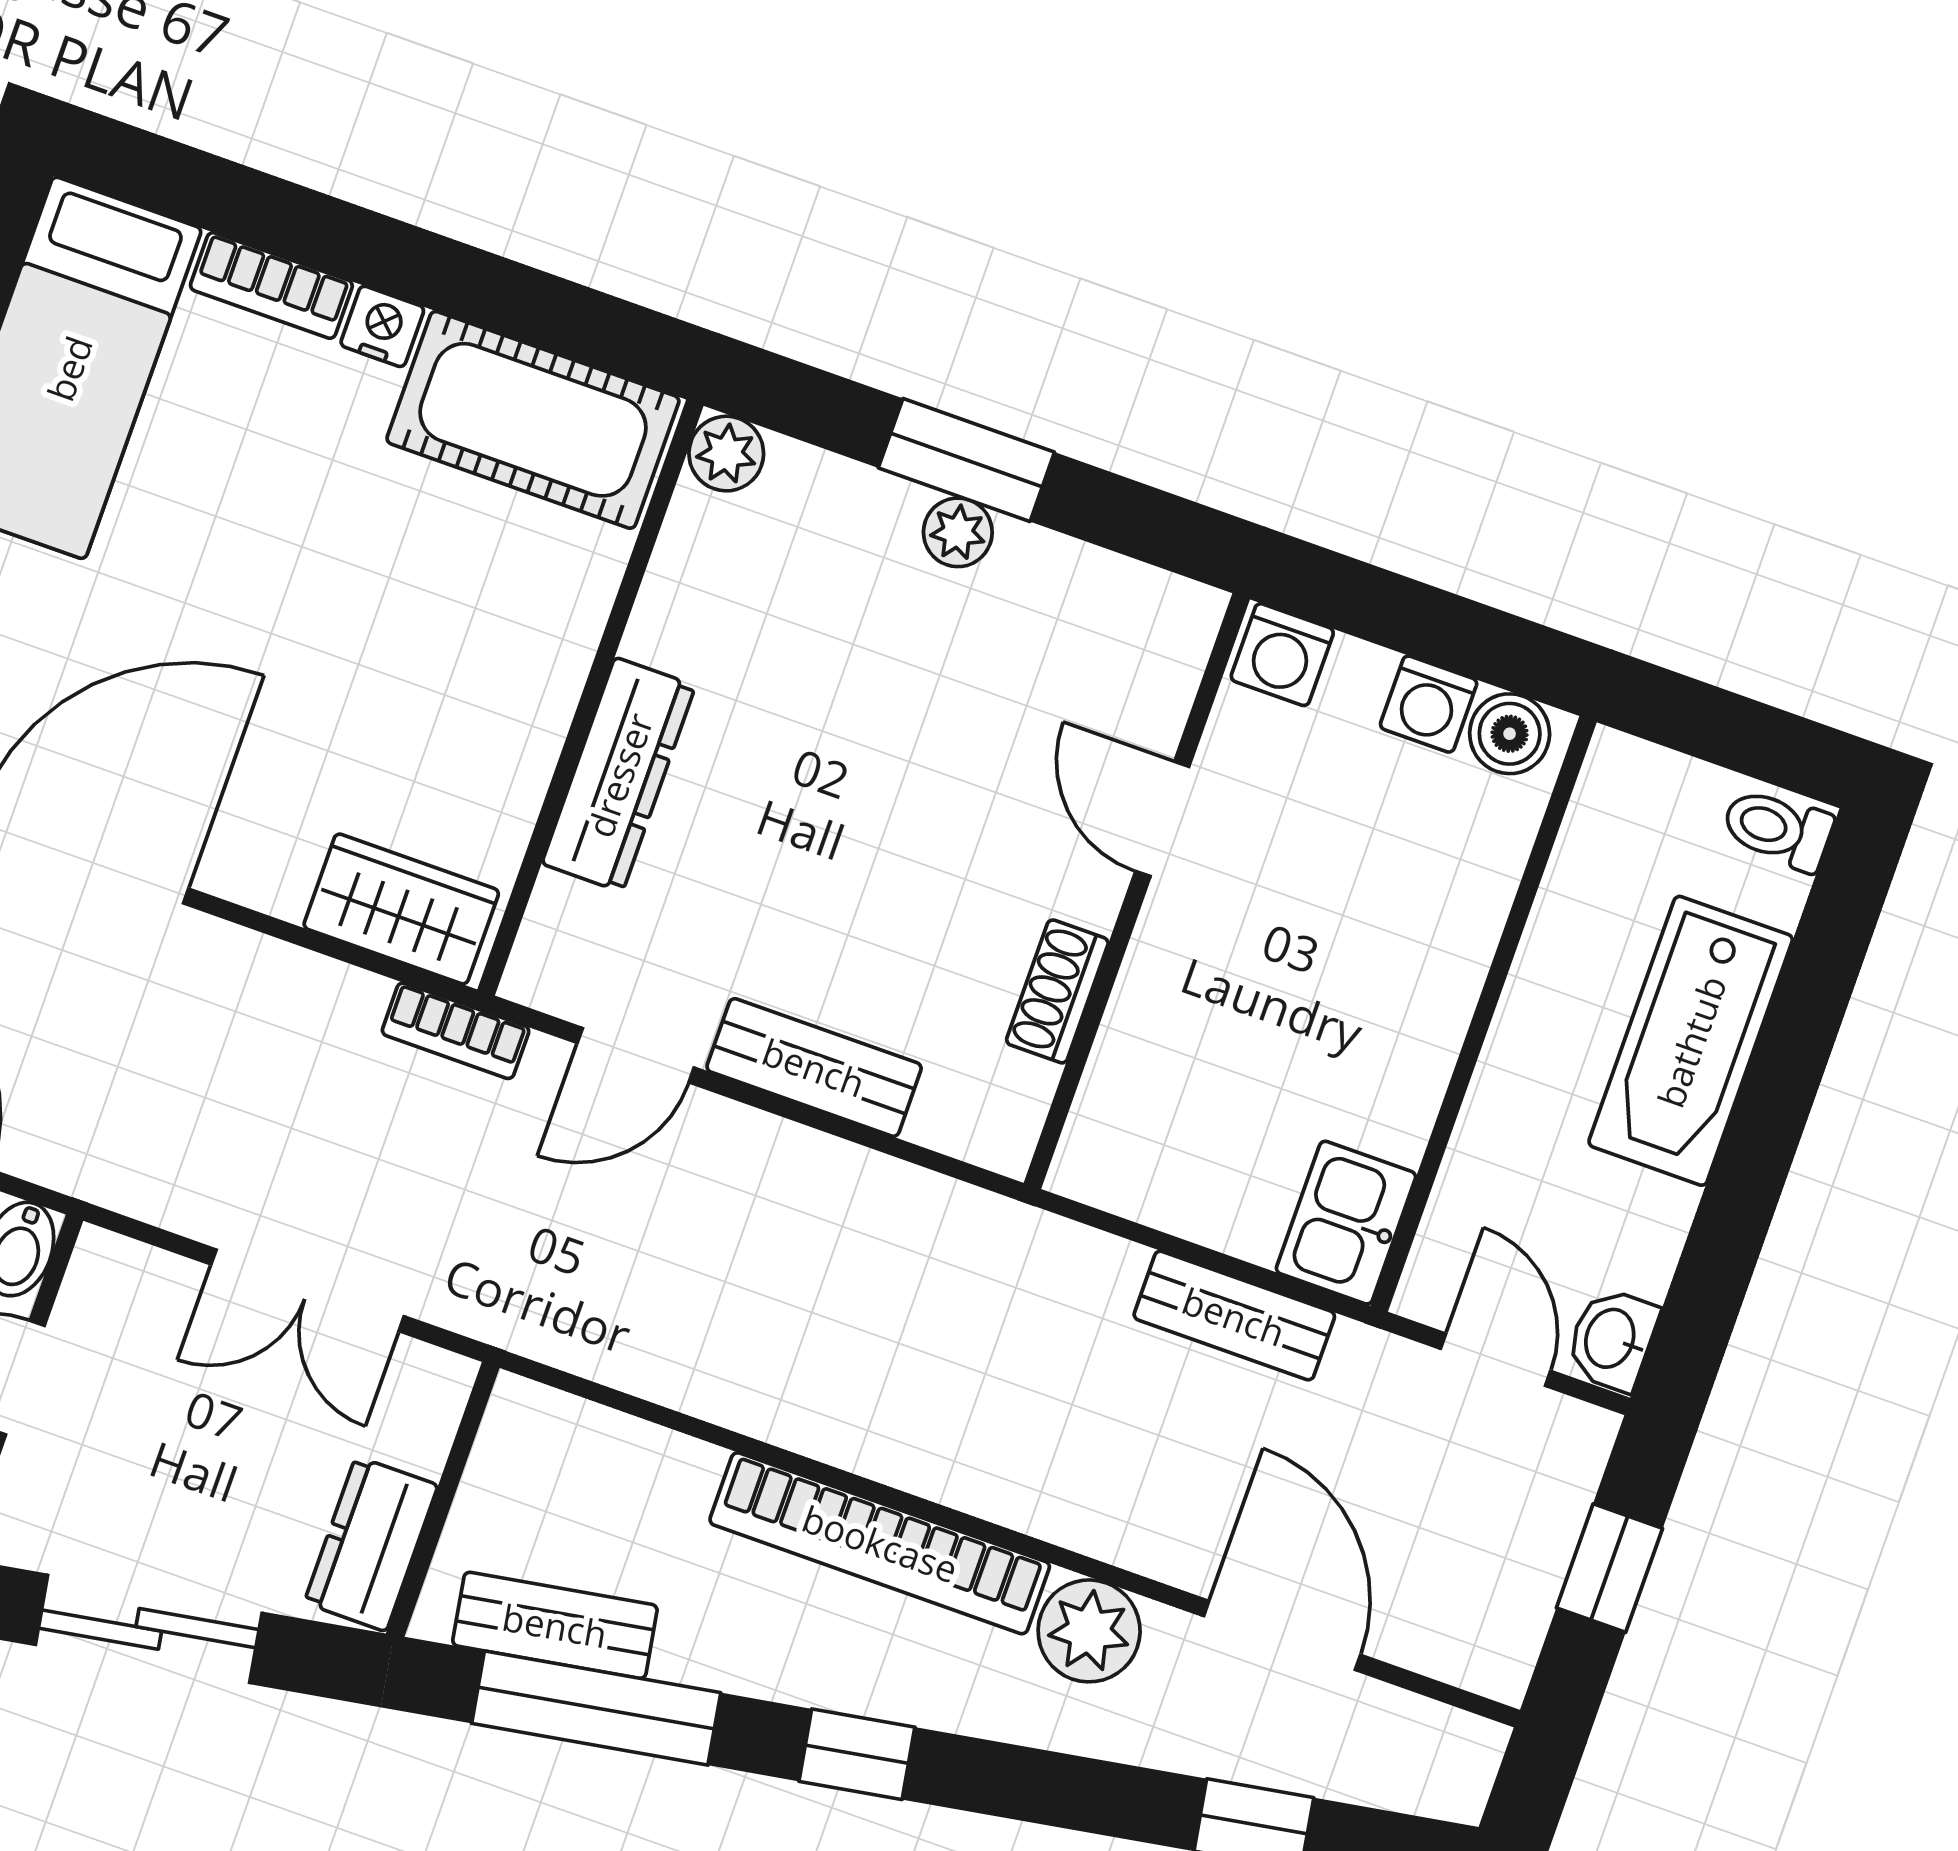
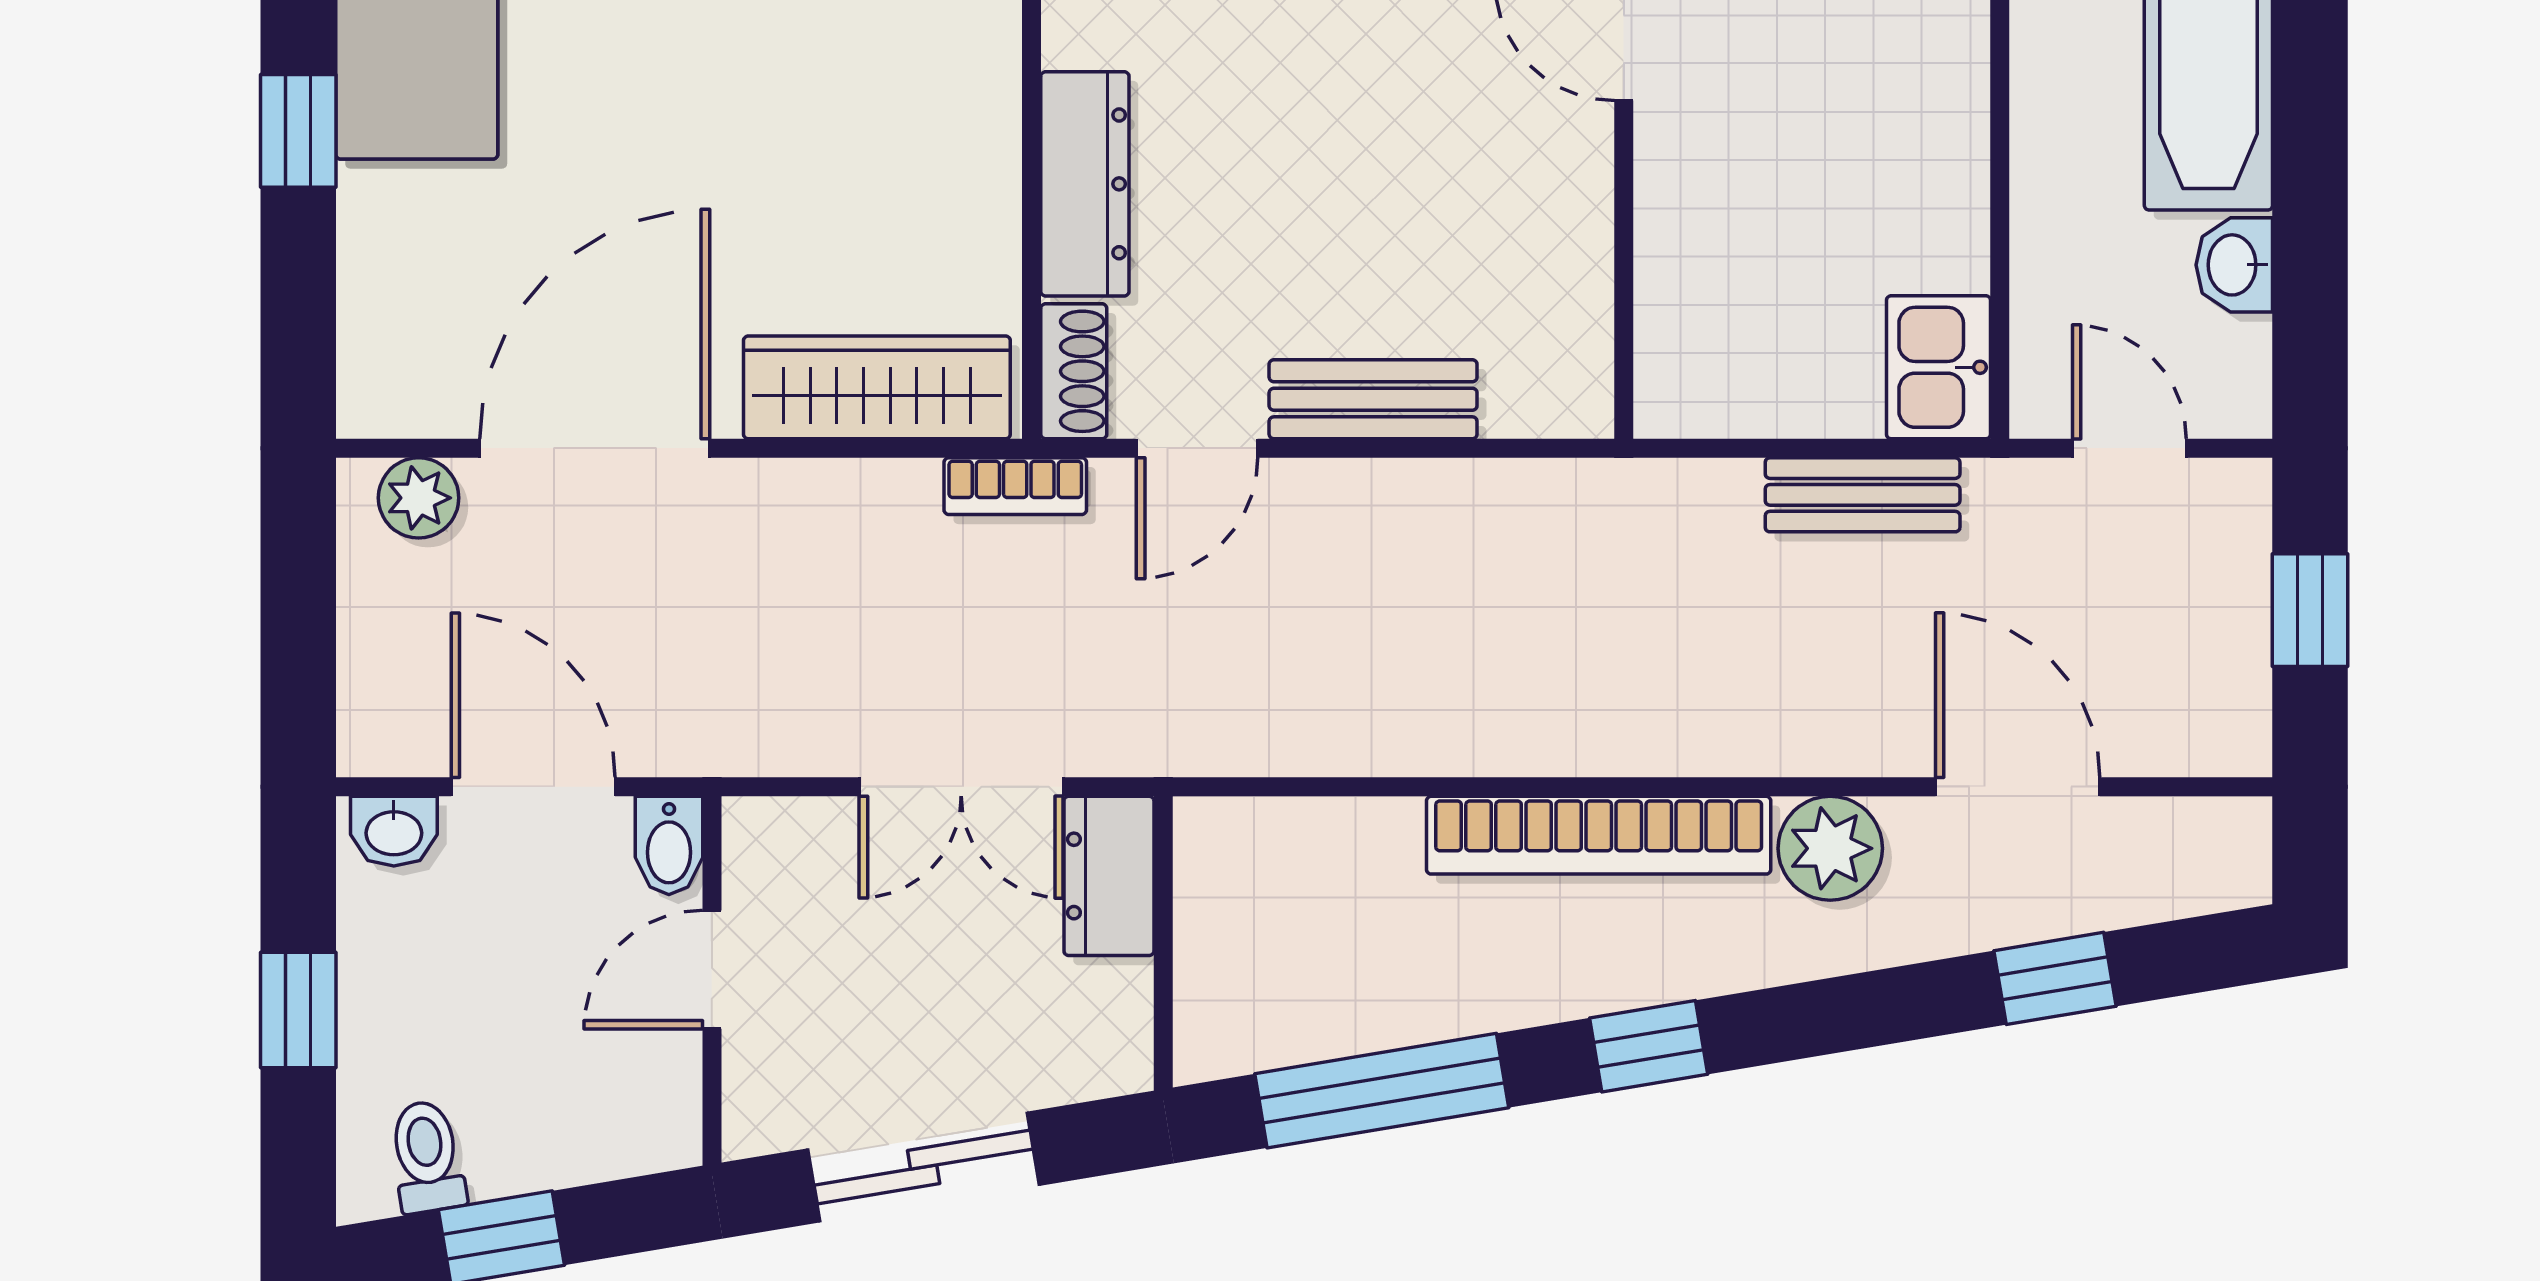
wardrobe: (401, 909) -> (877, 387), width x1.50
shoe rack: (1057, 991) -> (1074, 371), moved, turned 180
washbasin: (1612, 1339) -> (2234, 265), moved
dresser: (371, 1544) -> (1109, 876), moved
bench: (555, 1625) -> (1314, 1025), removed

